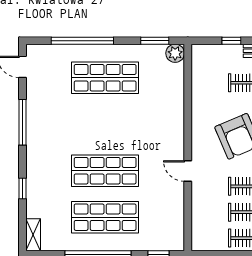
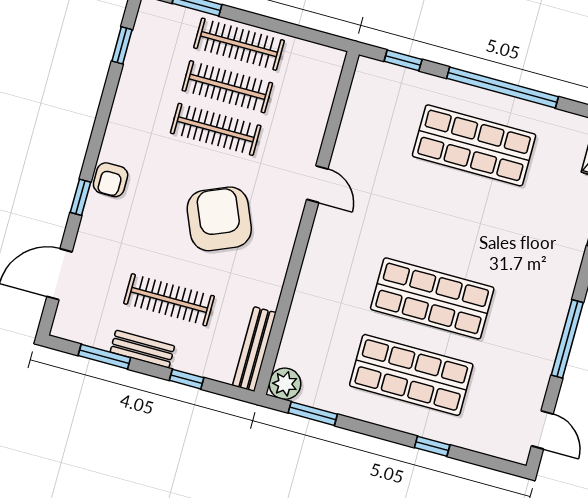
window: (82, 41) -> (432, 446), width x0.32
bench: (198, 68) -> (254, 349), added
shop shelf: (105, 171) -> (432, 298), moved

